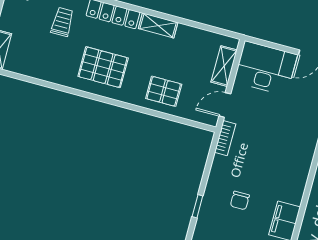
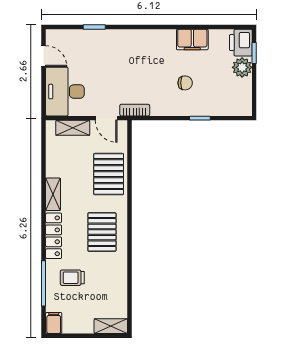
pallet: (164, 91) -> (109, 174), width x1.50, depth x1.42

